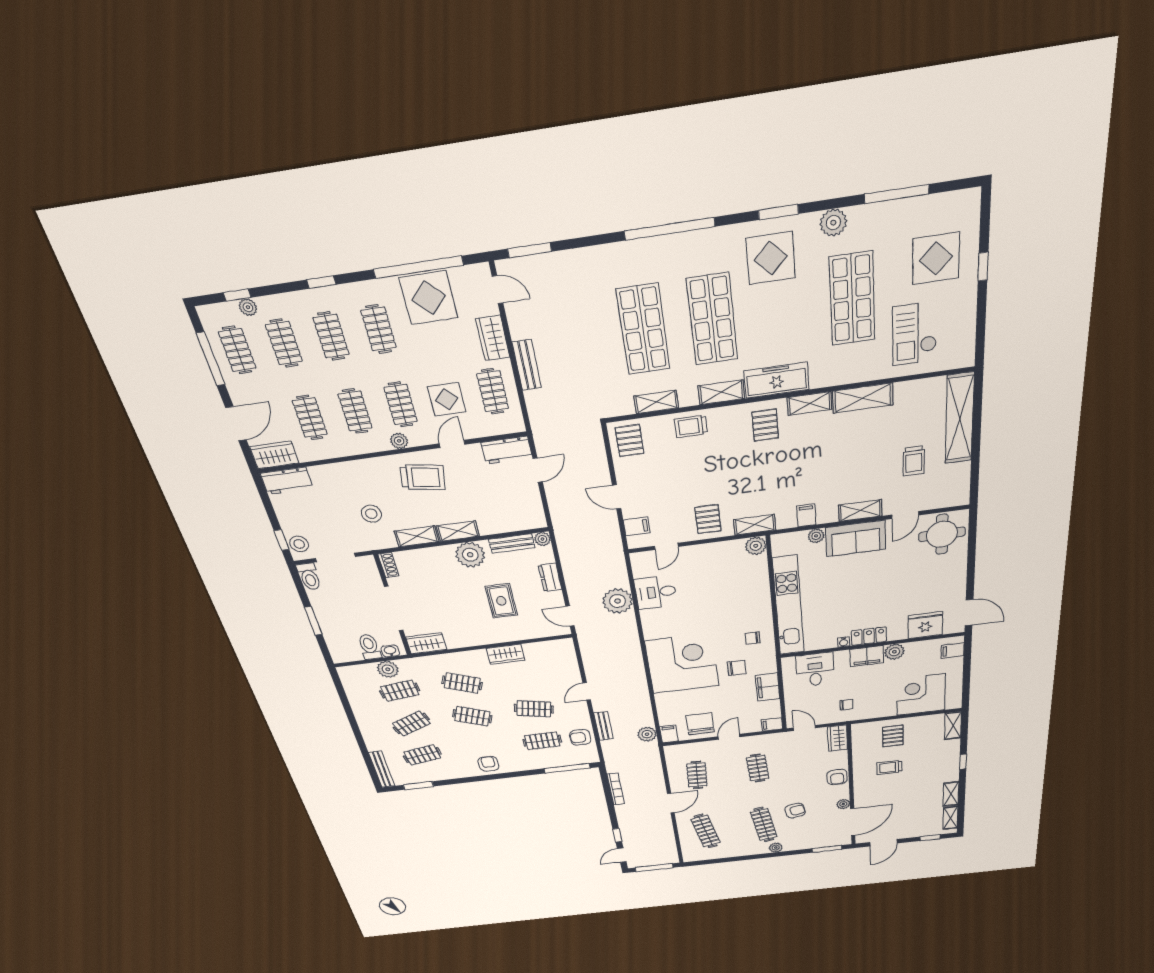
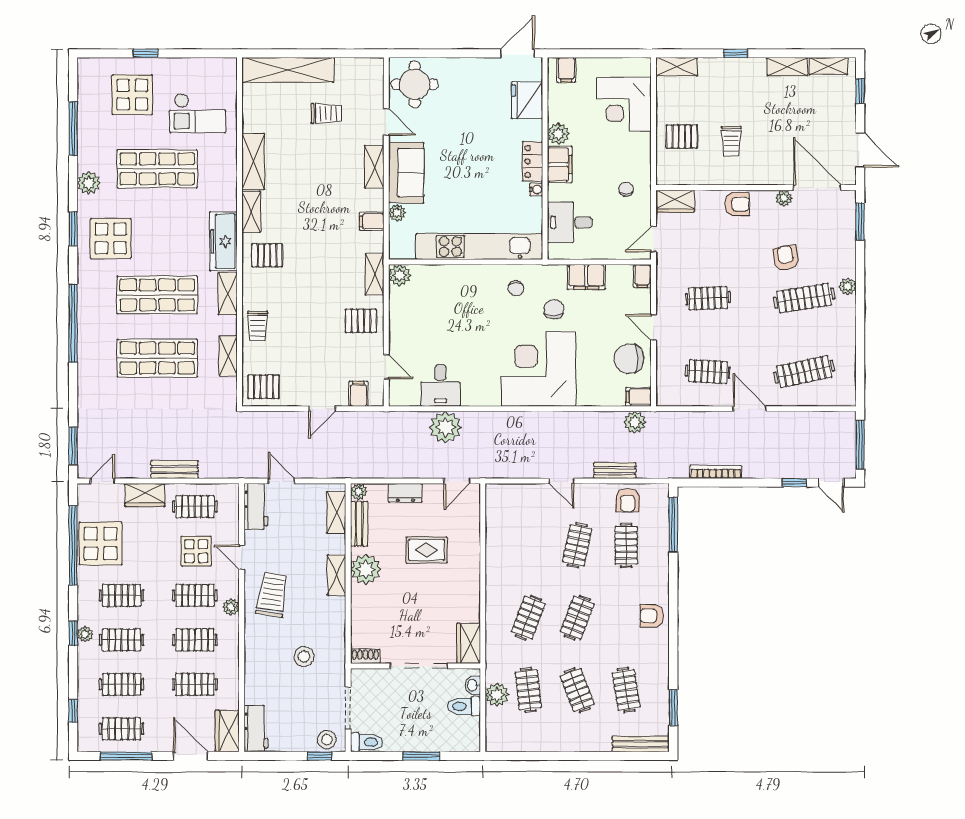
plant: (248, 307) -> (85, 634), moved
shelving: (417, 536) -> (336, 512), moved
wardrobe: (506, 654) -> (496, 561), removed

